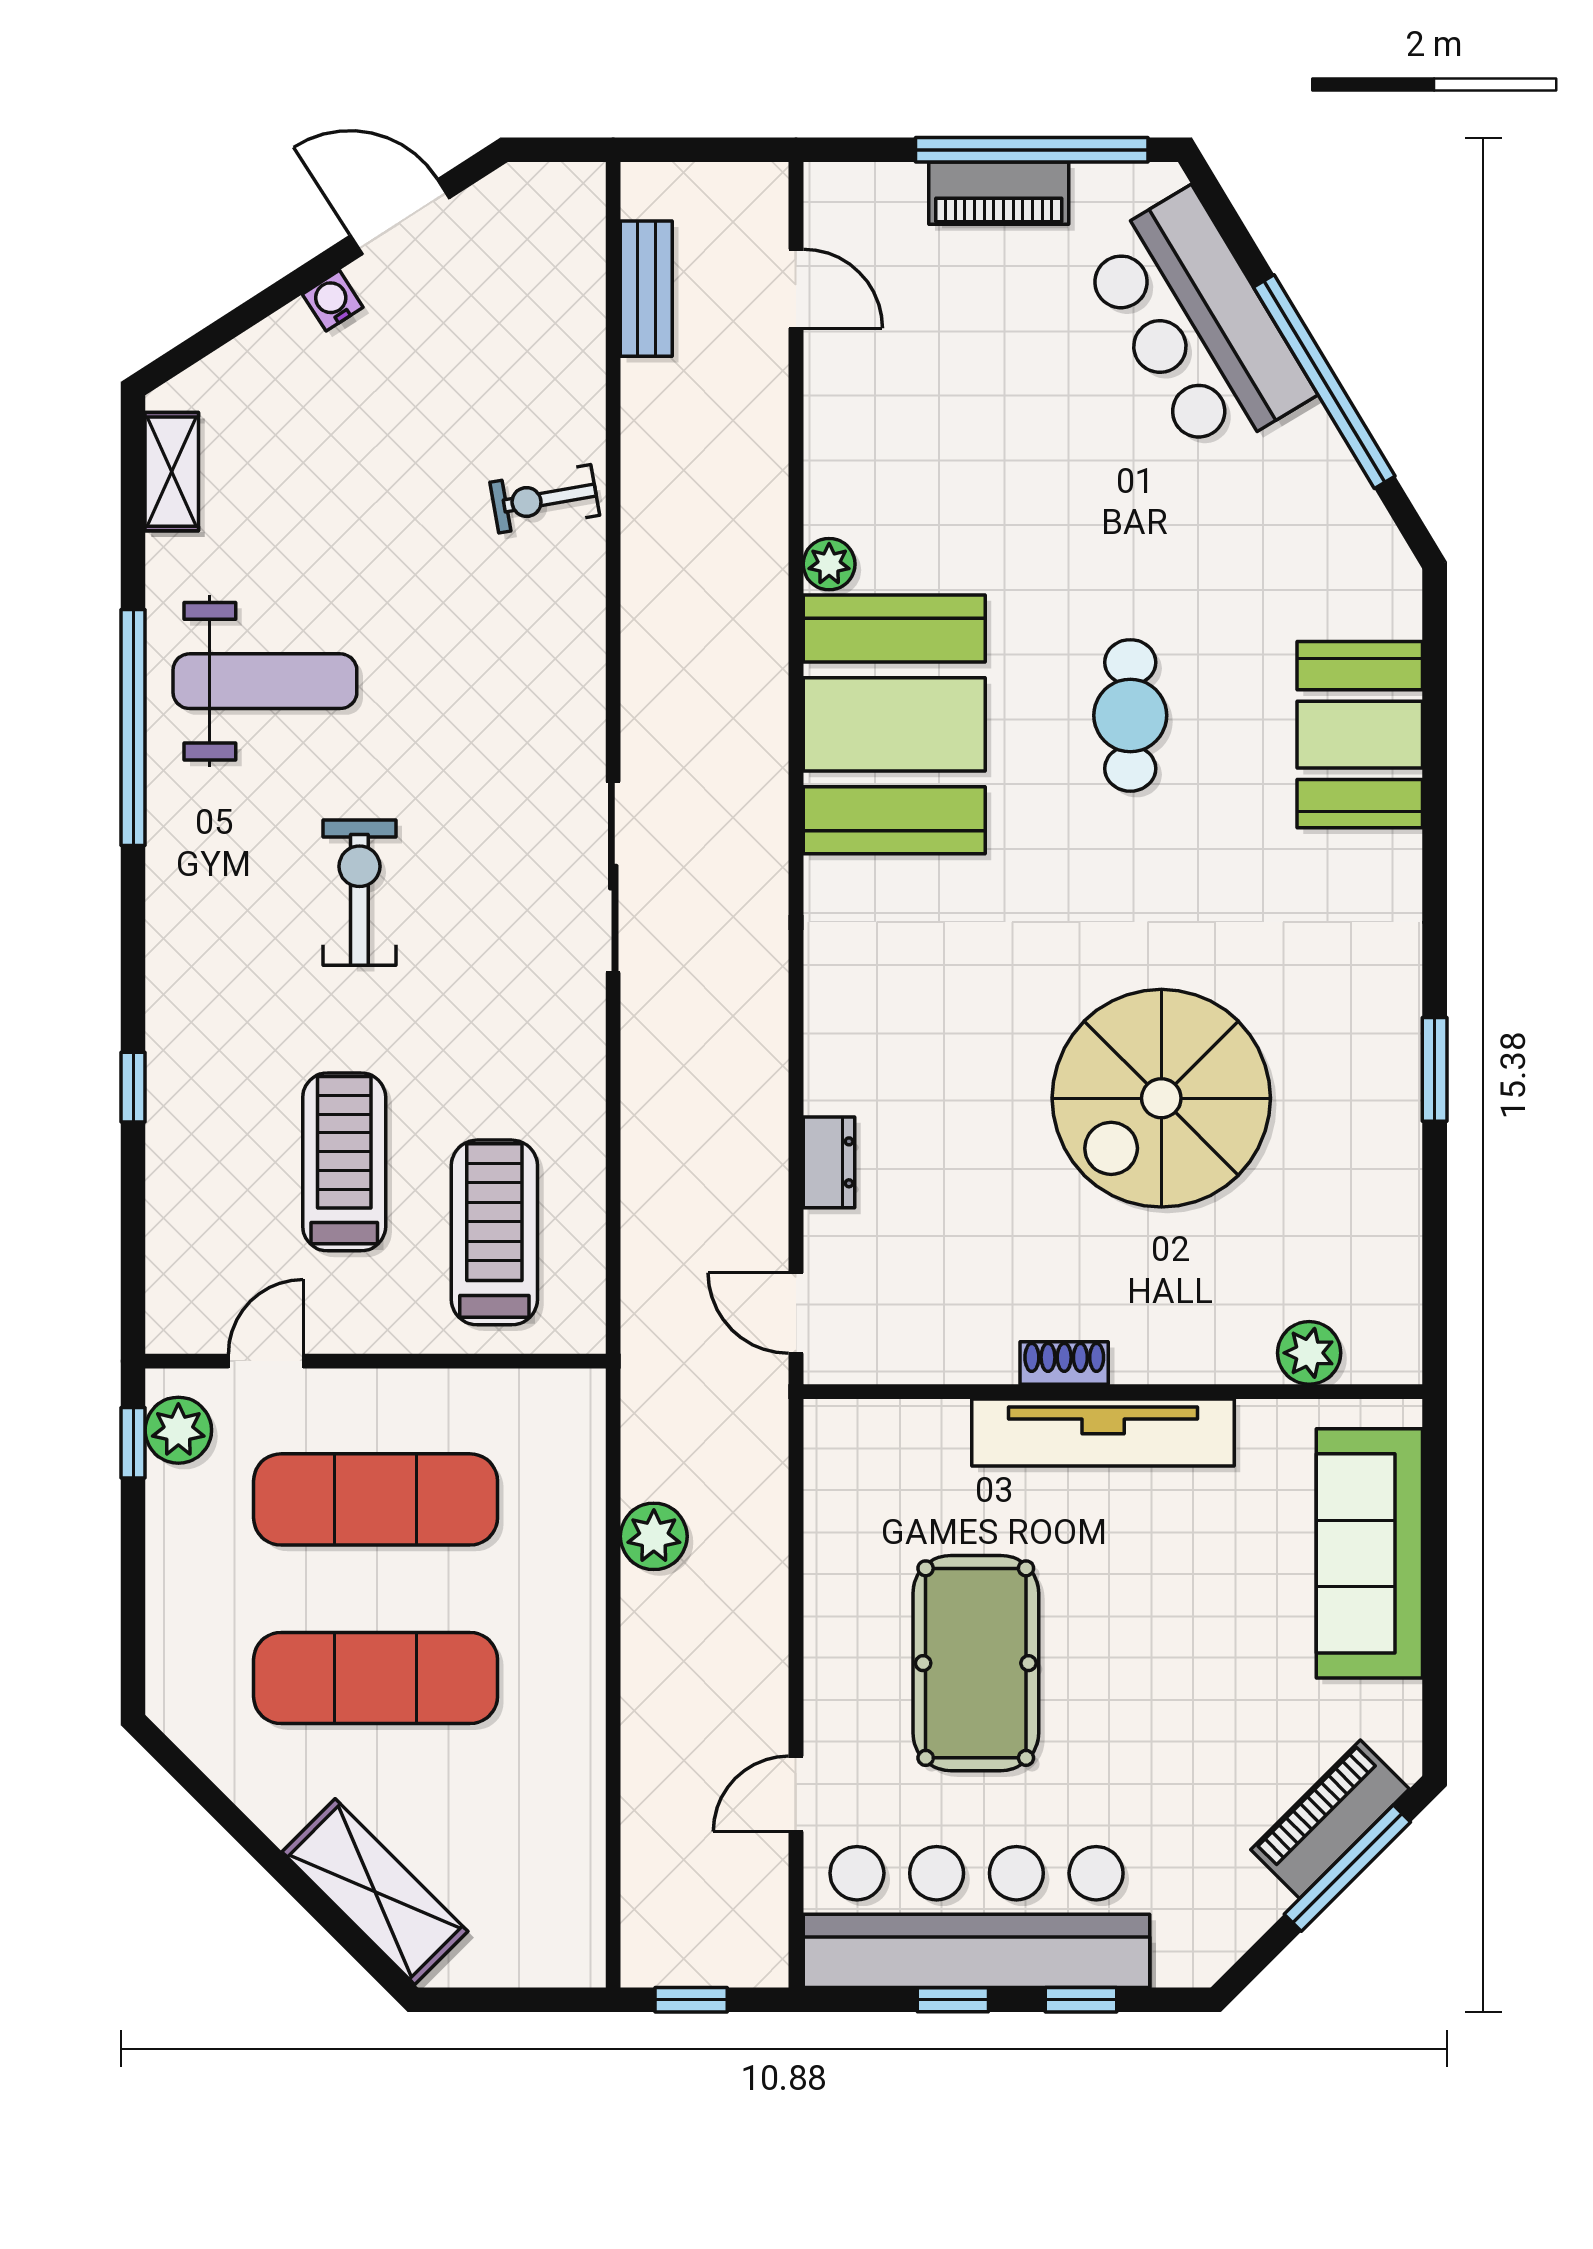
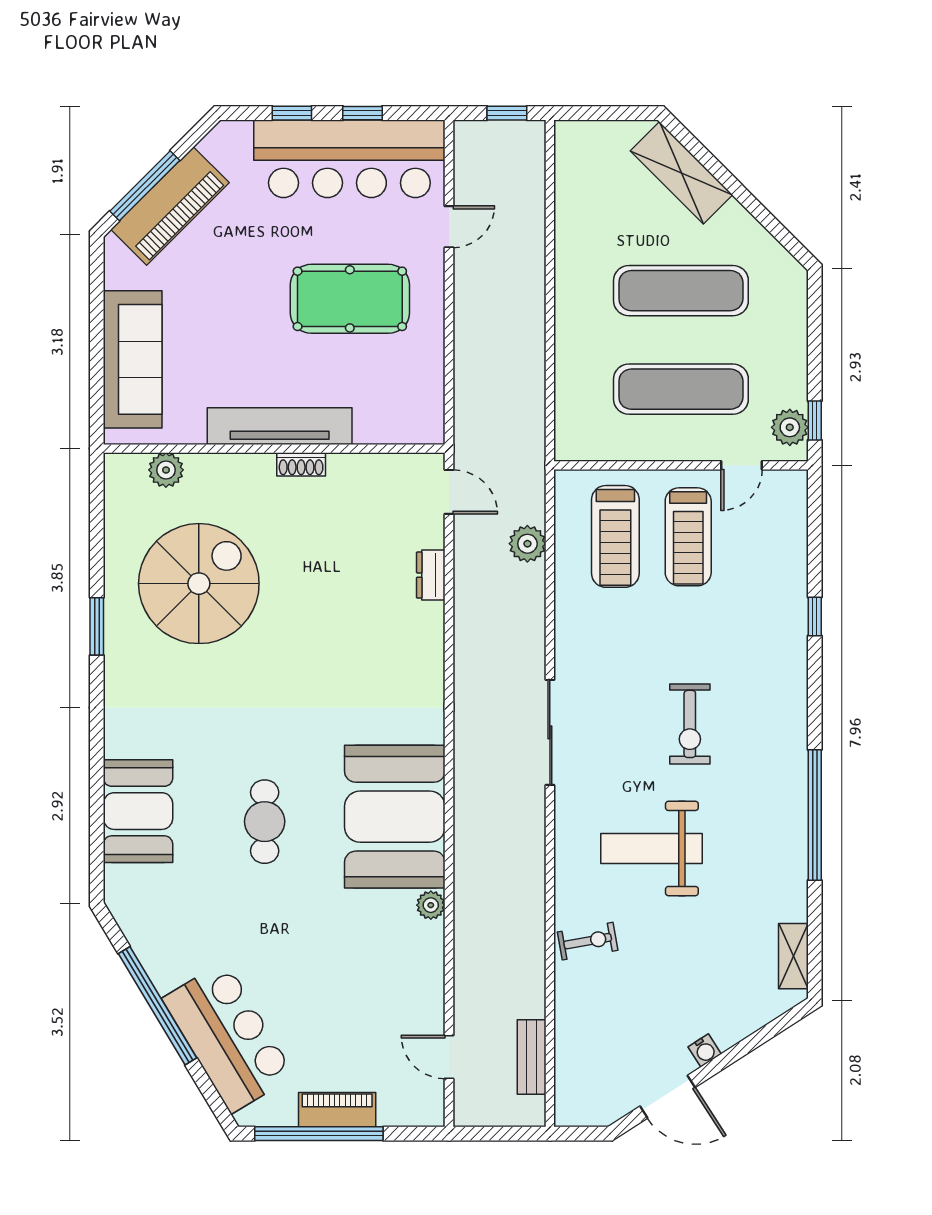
weight bench: (265, 681) -> (652, 848), moved
spiral stairs: (1161, 1098) -> (199, 584), moved
treadmill: (344, 1162) -> (688, 537), moved
plant: (654, 1536) -> (527, 544), moved
pool table: (976, 1663) -> (350, 299), turned 90
piano: (1330, 1819) -> (170, 206), width x1.37, depth x1.33

